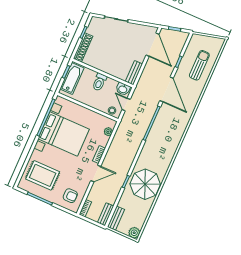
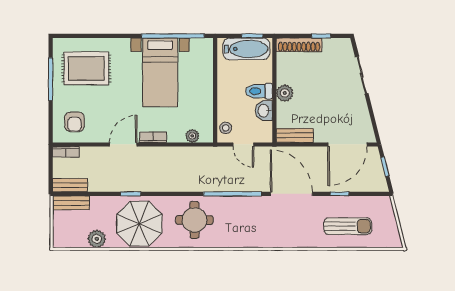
plant: (107, 68) -> (285, 93), added
washbasin: (123, 89) -> (264, 111), moved
door: (167, 89) -> (291, 194), swing flipped
door: (126, 105) -> (243, 144), swing flipped
bed with nightstands: (64, 134) -> (160, 72), width x0.73
round table: (157, 152) -> (194, 220), added
door: (96, 173) -> (123, 144), swing flipped
rug: (43, 175) -> (86, 68), turned 90
plant: (134, 233) -> (97, 239), moved

